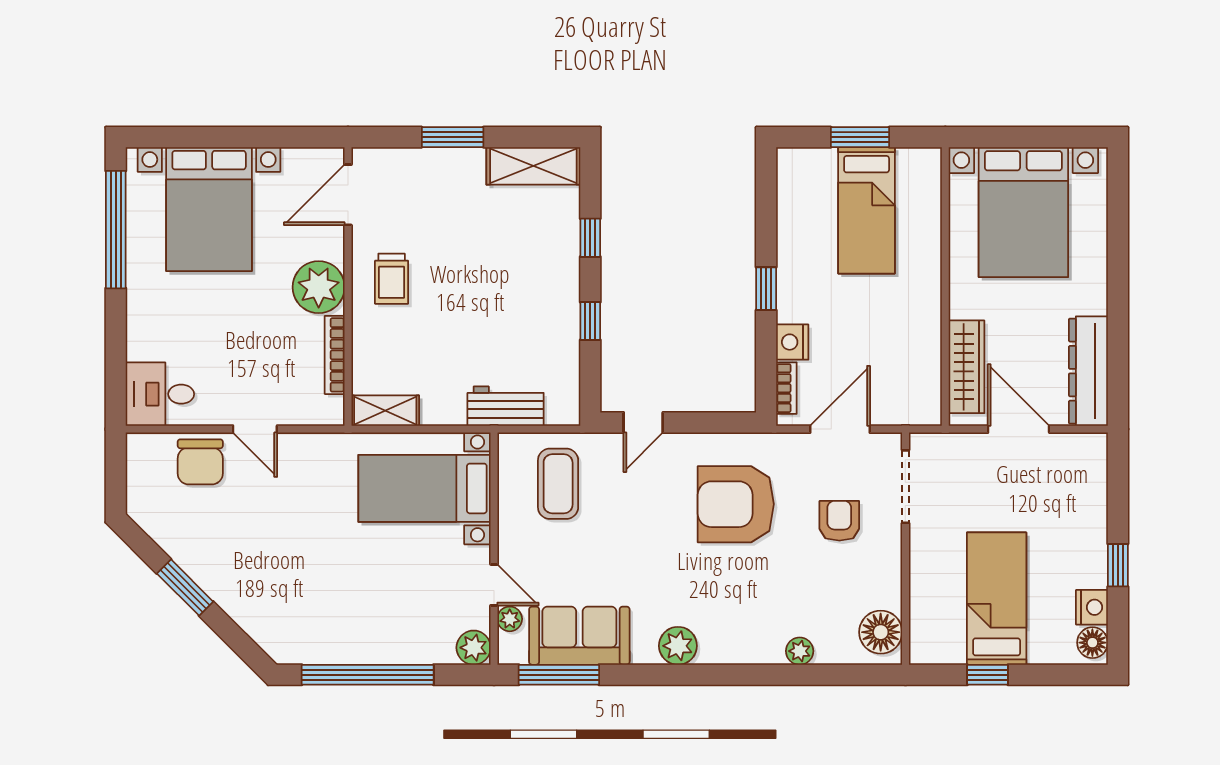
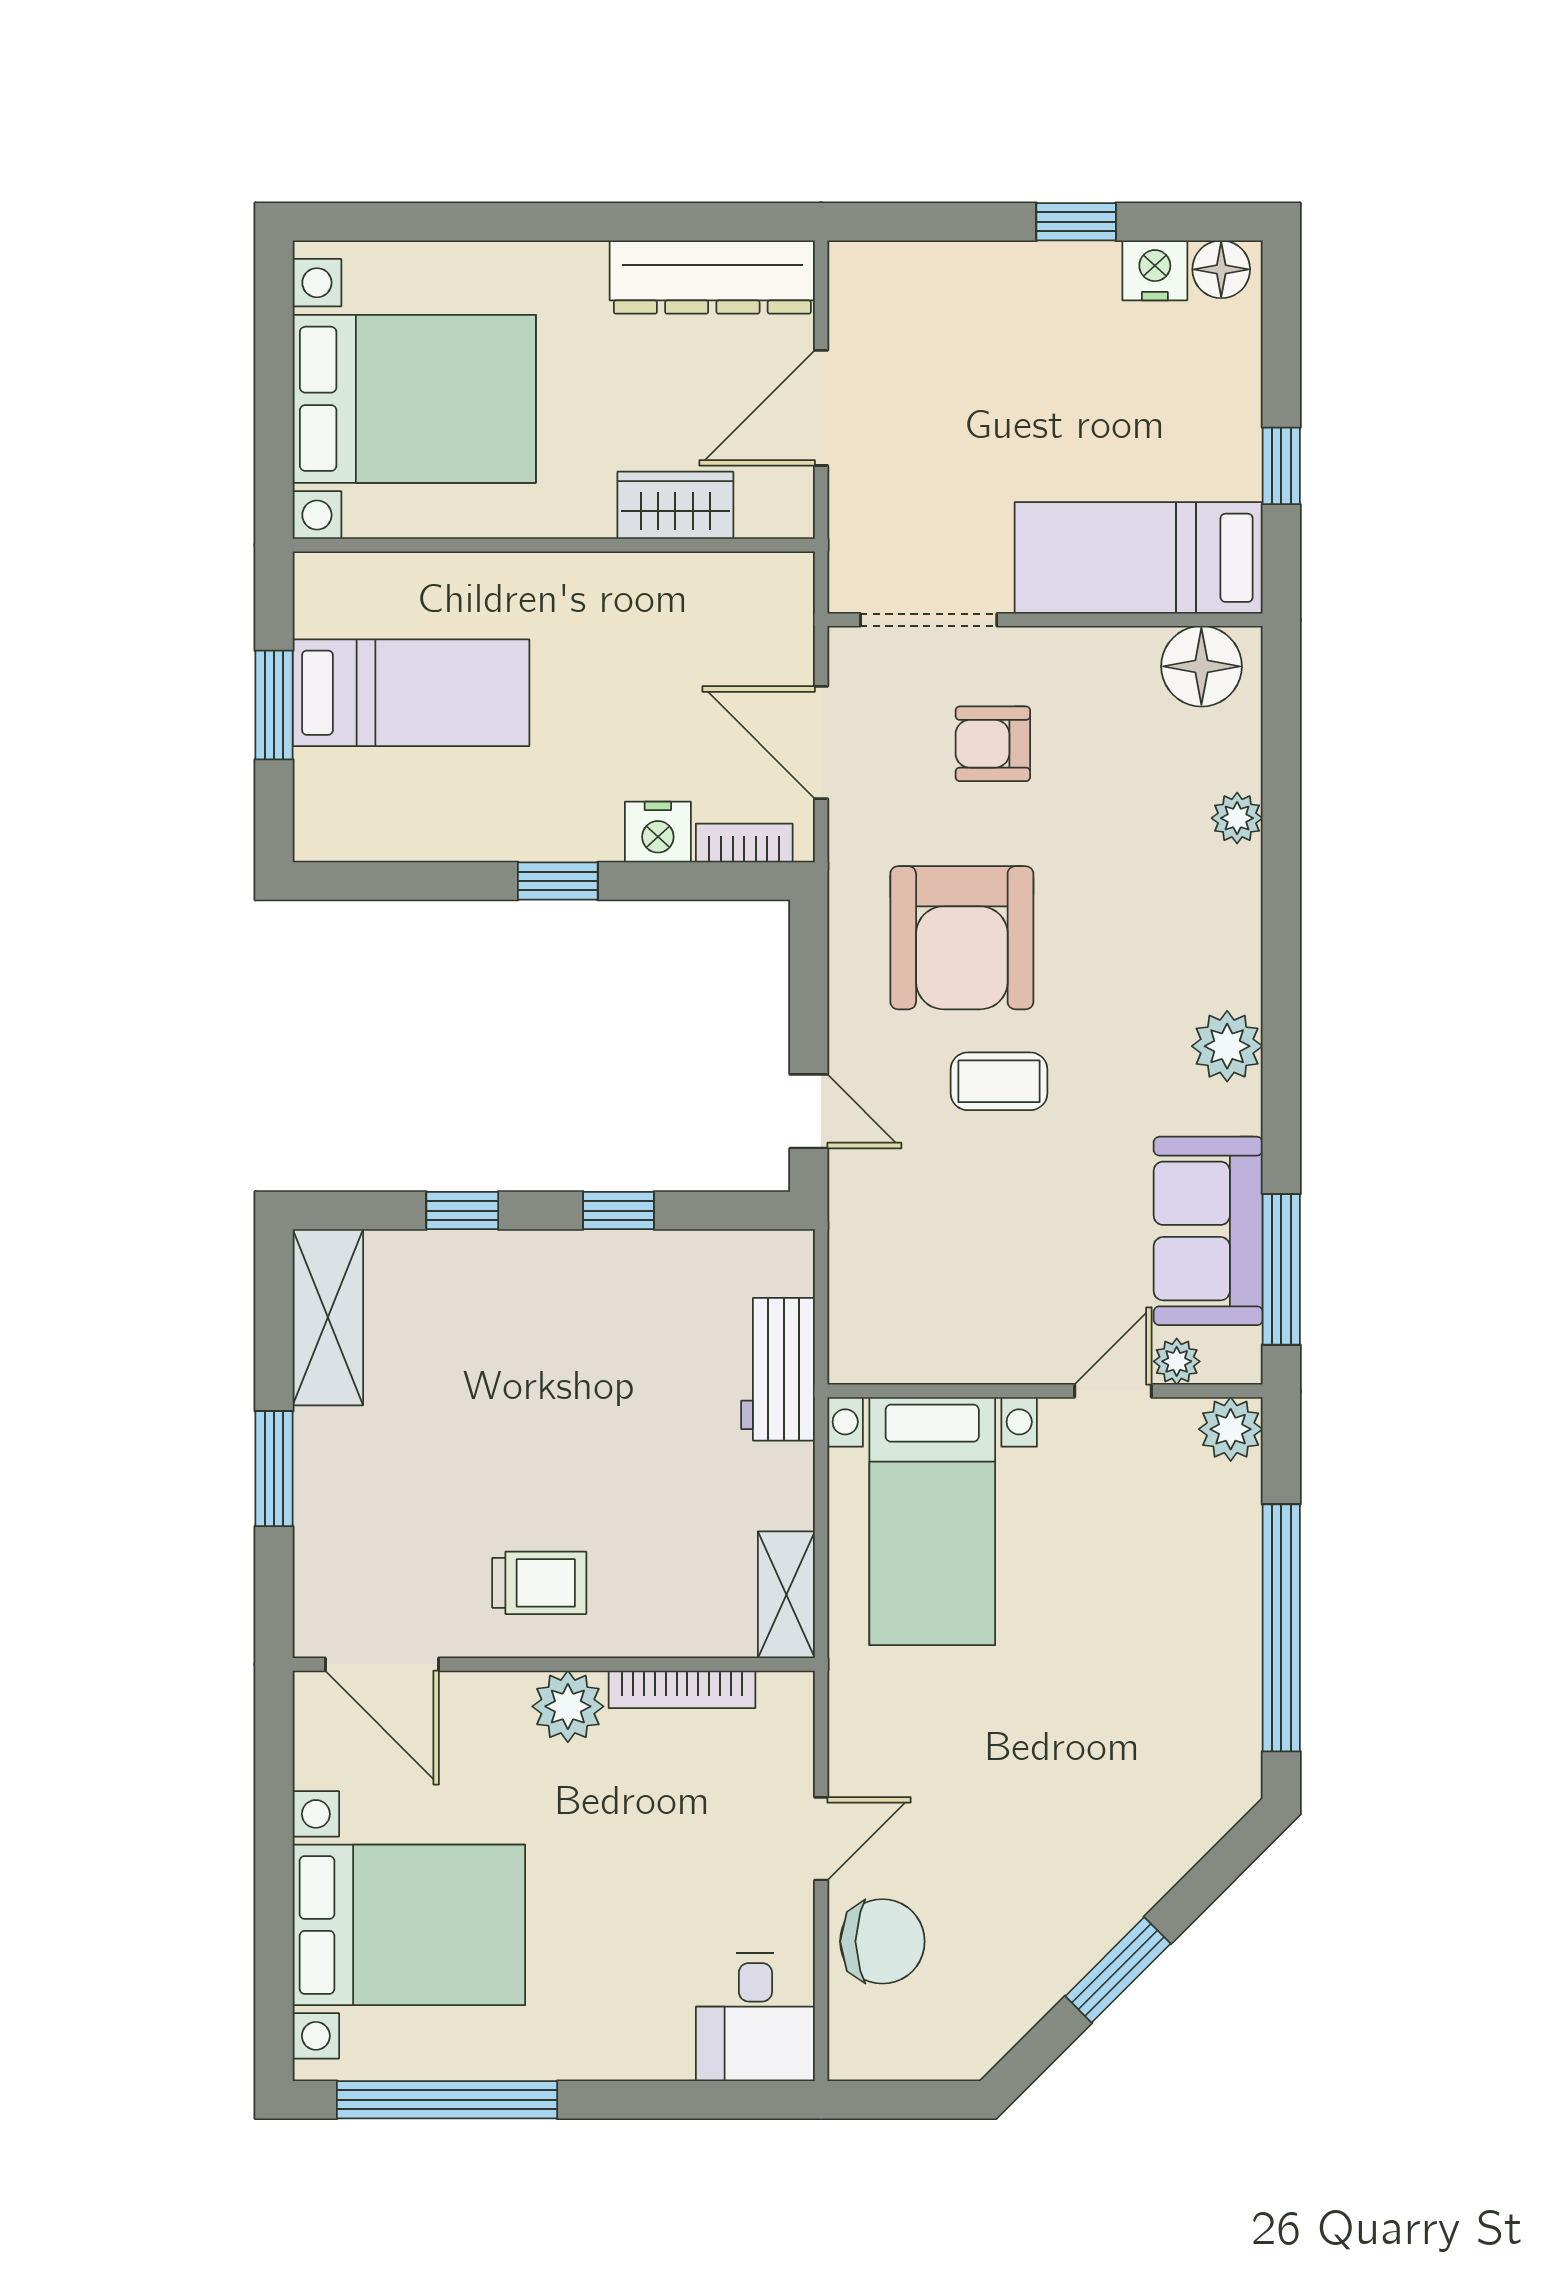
plant: (319, 287) -> (568, 1706), width x0.73, depth x0.73
wardrobe: (967, 367) -> (675, 505), width x0.67
coffee table: (558, 484) -> (999, 1081), moved, width x0.73, depth x0.77
bed: (997, 599) -> (1139, 558), moved

